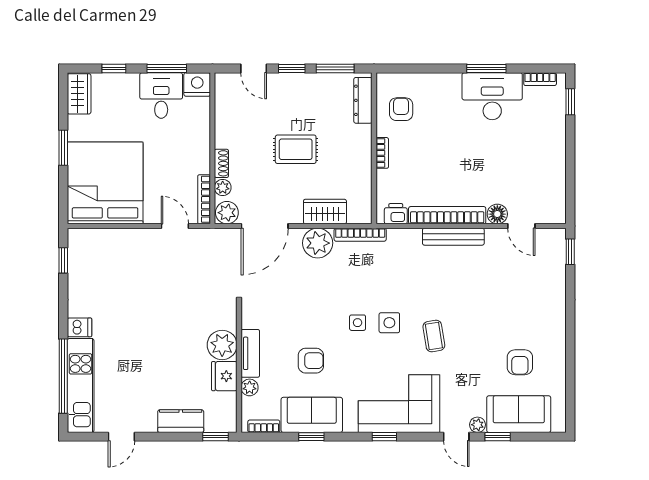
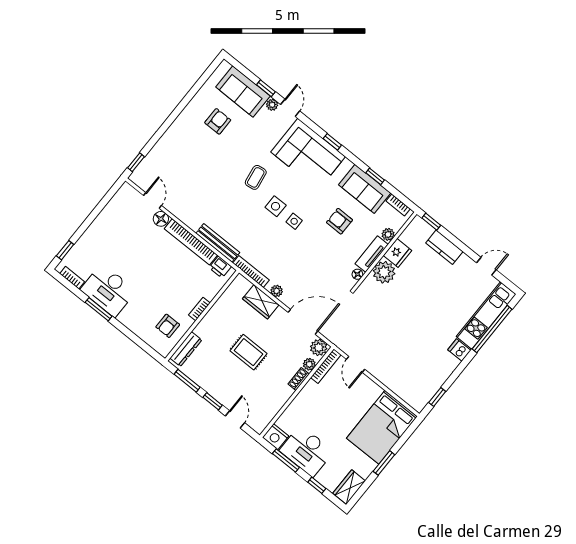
desk: (161, 96) -> (306, 451), width x1.37
bed: (105, 183) -> (382, 427), width x0.73
bench: (453, 237) -> (218, 243), moved
plant: (318, 243) -> (277, 291), width x0.53, depth x0.53
floor lamp: (248, 321) -> (357, 274), added

